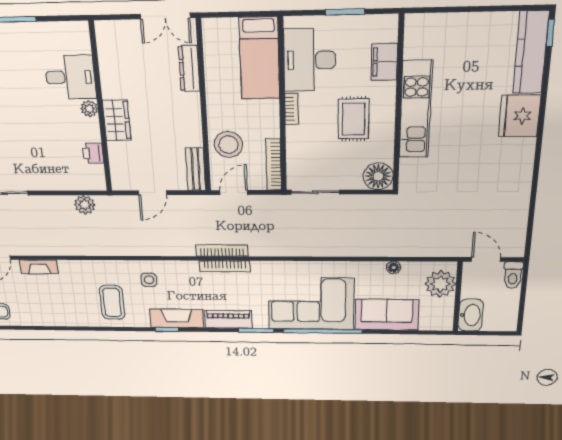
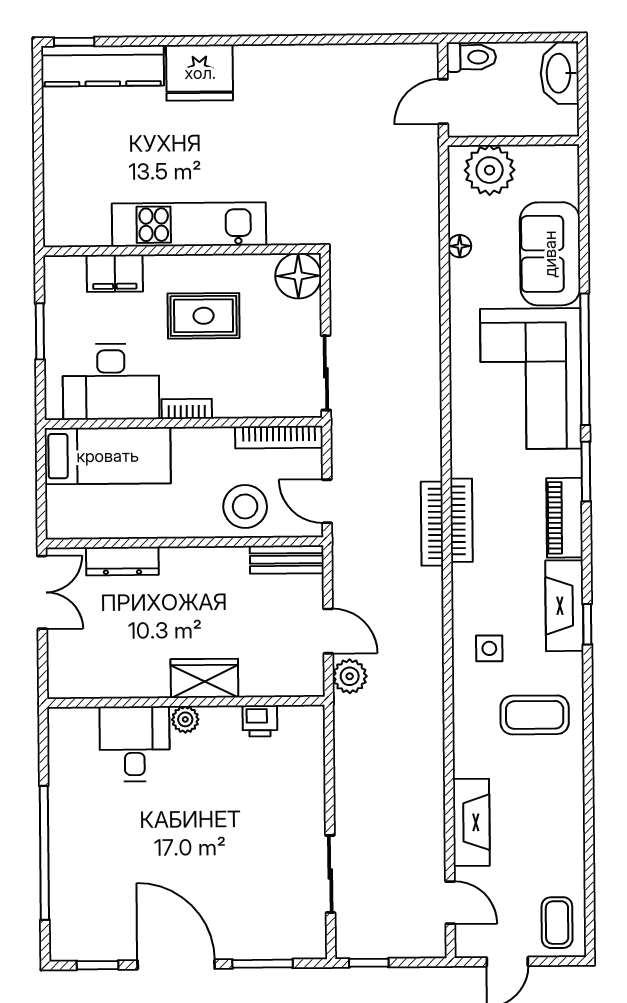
plant: (85, 205) -> (350, 676), moved
fireplace: (39, 267) -> (471, 822), width x1.37, depth x1.32
washbasin: (471, 315) -> (560, 73), moved, turned -90

